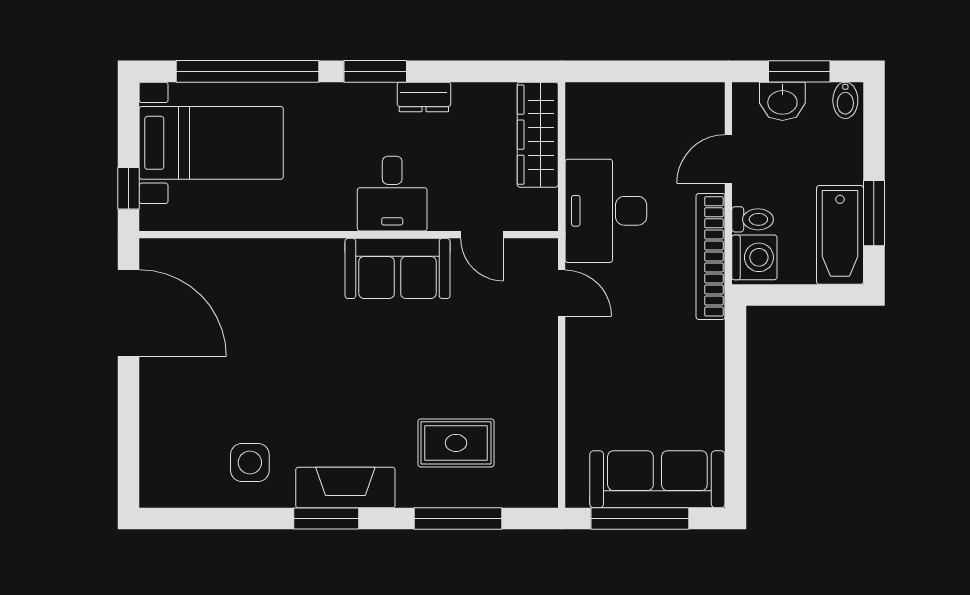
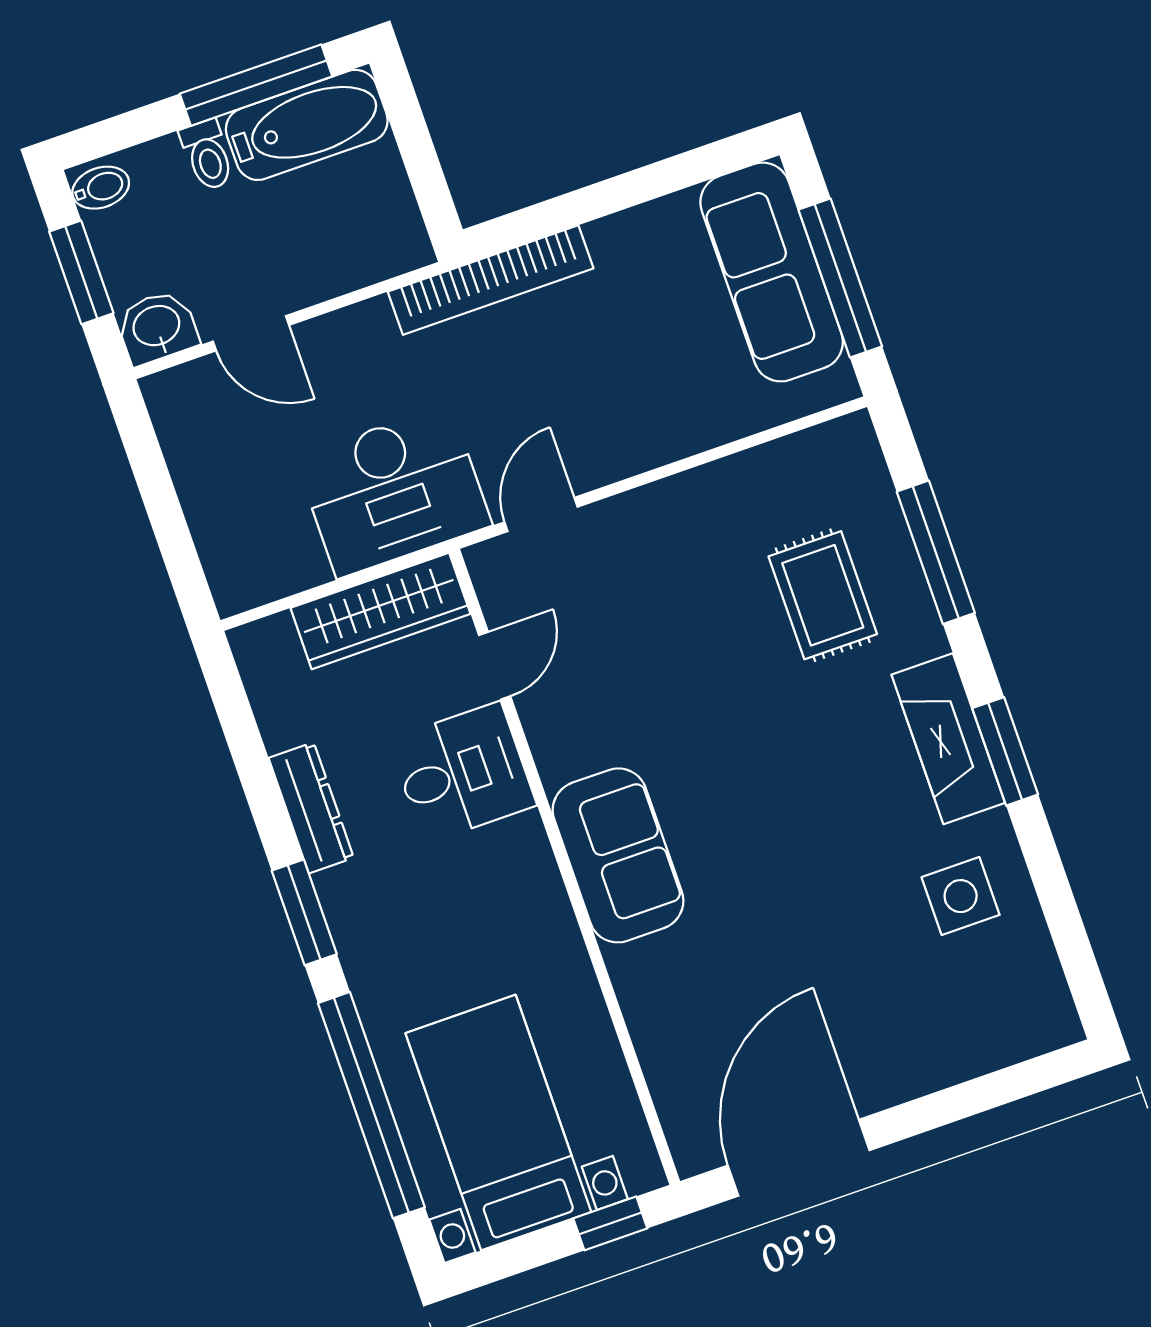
dresser: (424, 97) -> (311, 808), width x1.44
washbasin: (782, 101) -> (157, 327), moved, turned -90
wardrobe: (538, 135) -> (380, 611), moved
desk: (392, 194) -> (462, 773), moved
window: (874, 213) -> (256, 85), width x1.44
toilet: (753, 219) -> (207, 155), moved, turned 180
bookcase: (711, 256) -> (491, 280), moved
washing machine: (754, 257) -> (386, 242), removed
sofa: (397, 268) -> (618, 855), moved

